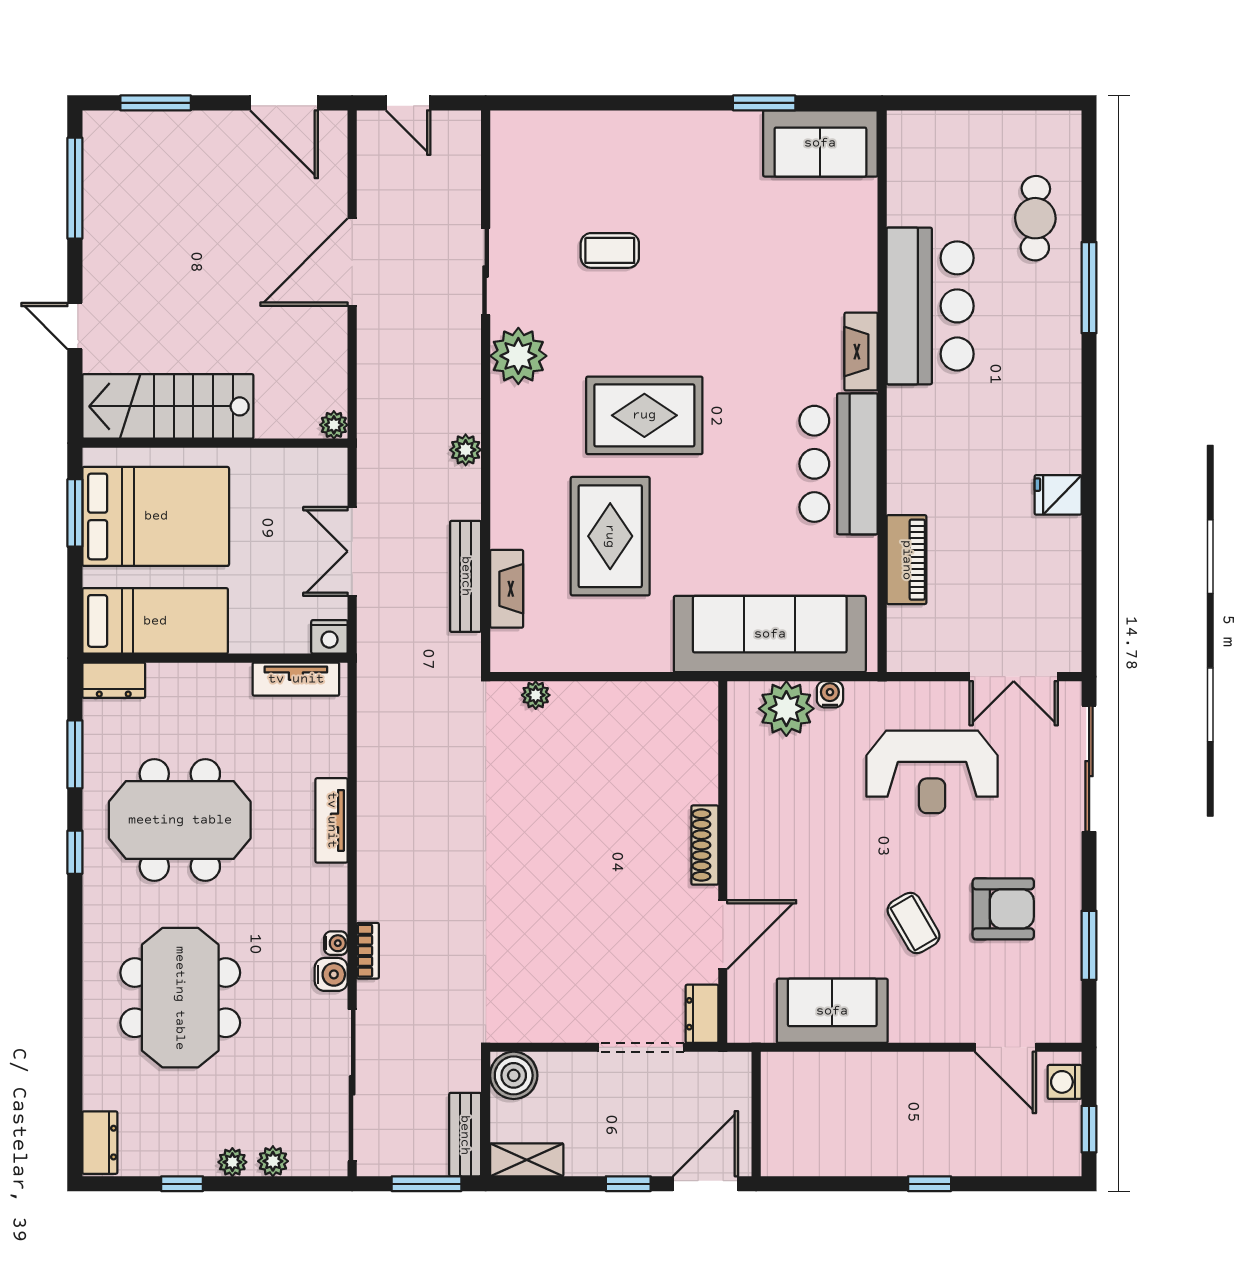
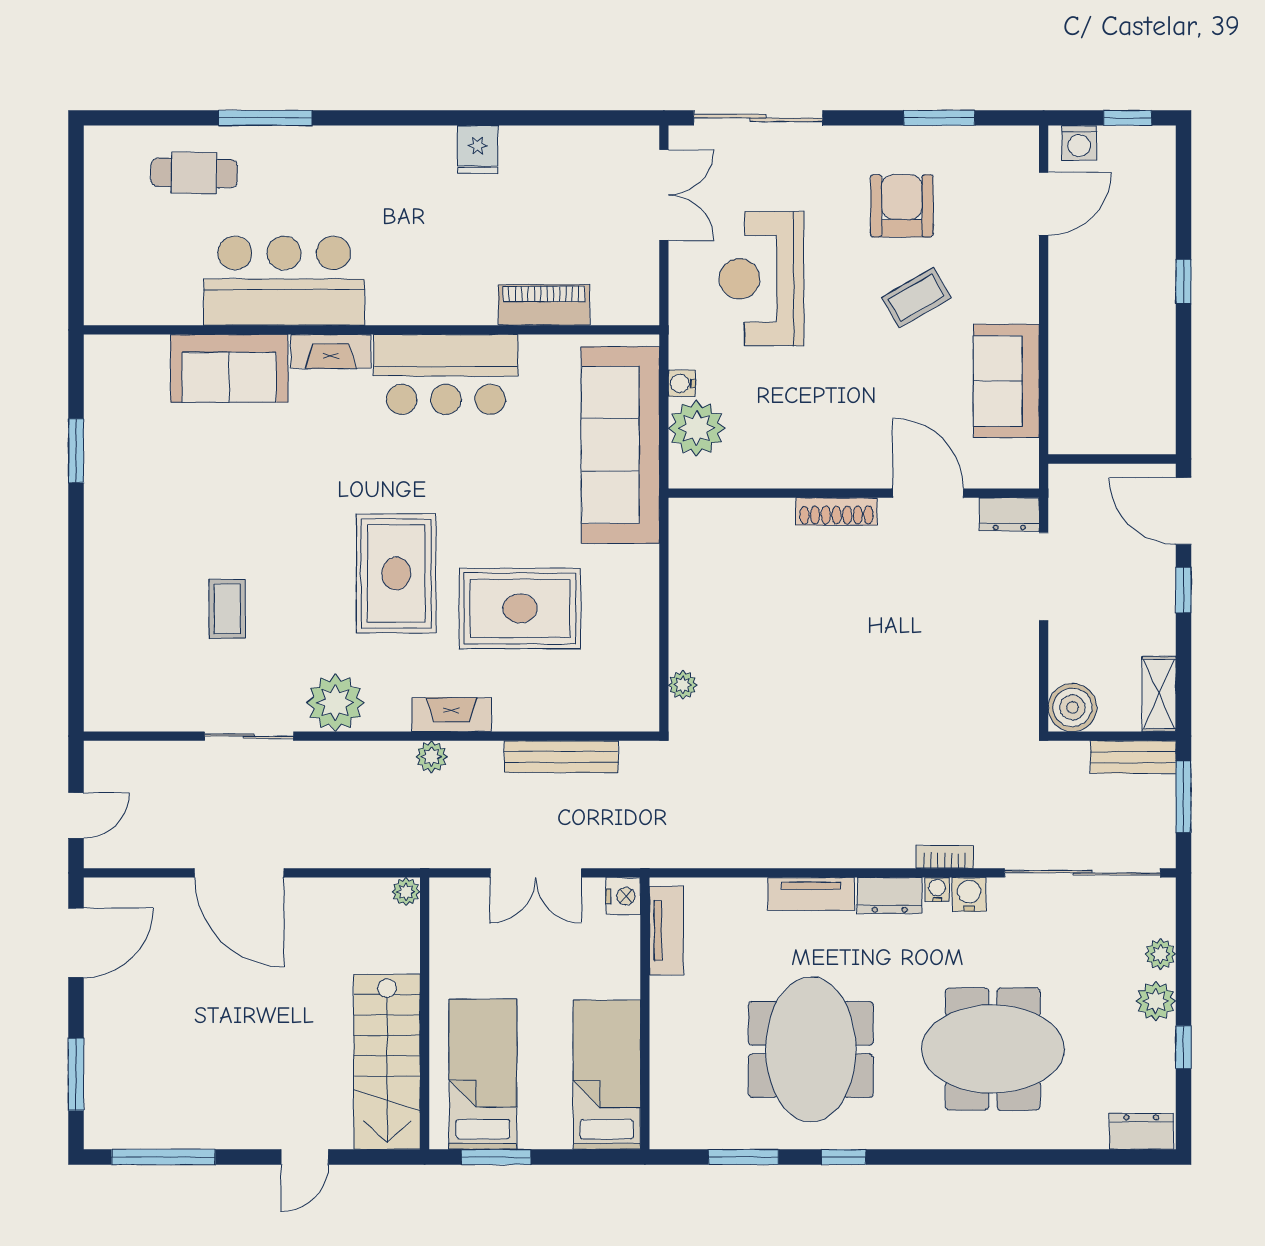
sofa: (820, 143) -> (229, 368), moved, turned 90
bed: (156, 516) -> (483, 1074), width x0.67
fireplace: (507, 589) -> (451, 715), moved
dresser: (114, 680) -> (890, 896), moved, turned 90
reception desk: (932, 772) -> (761, 279), turned 180
plant: (232, 1162) -> (1156, 1001), width x1.38, depth x1.38

